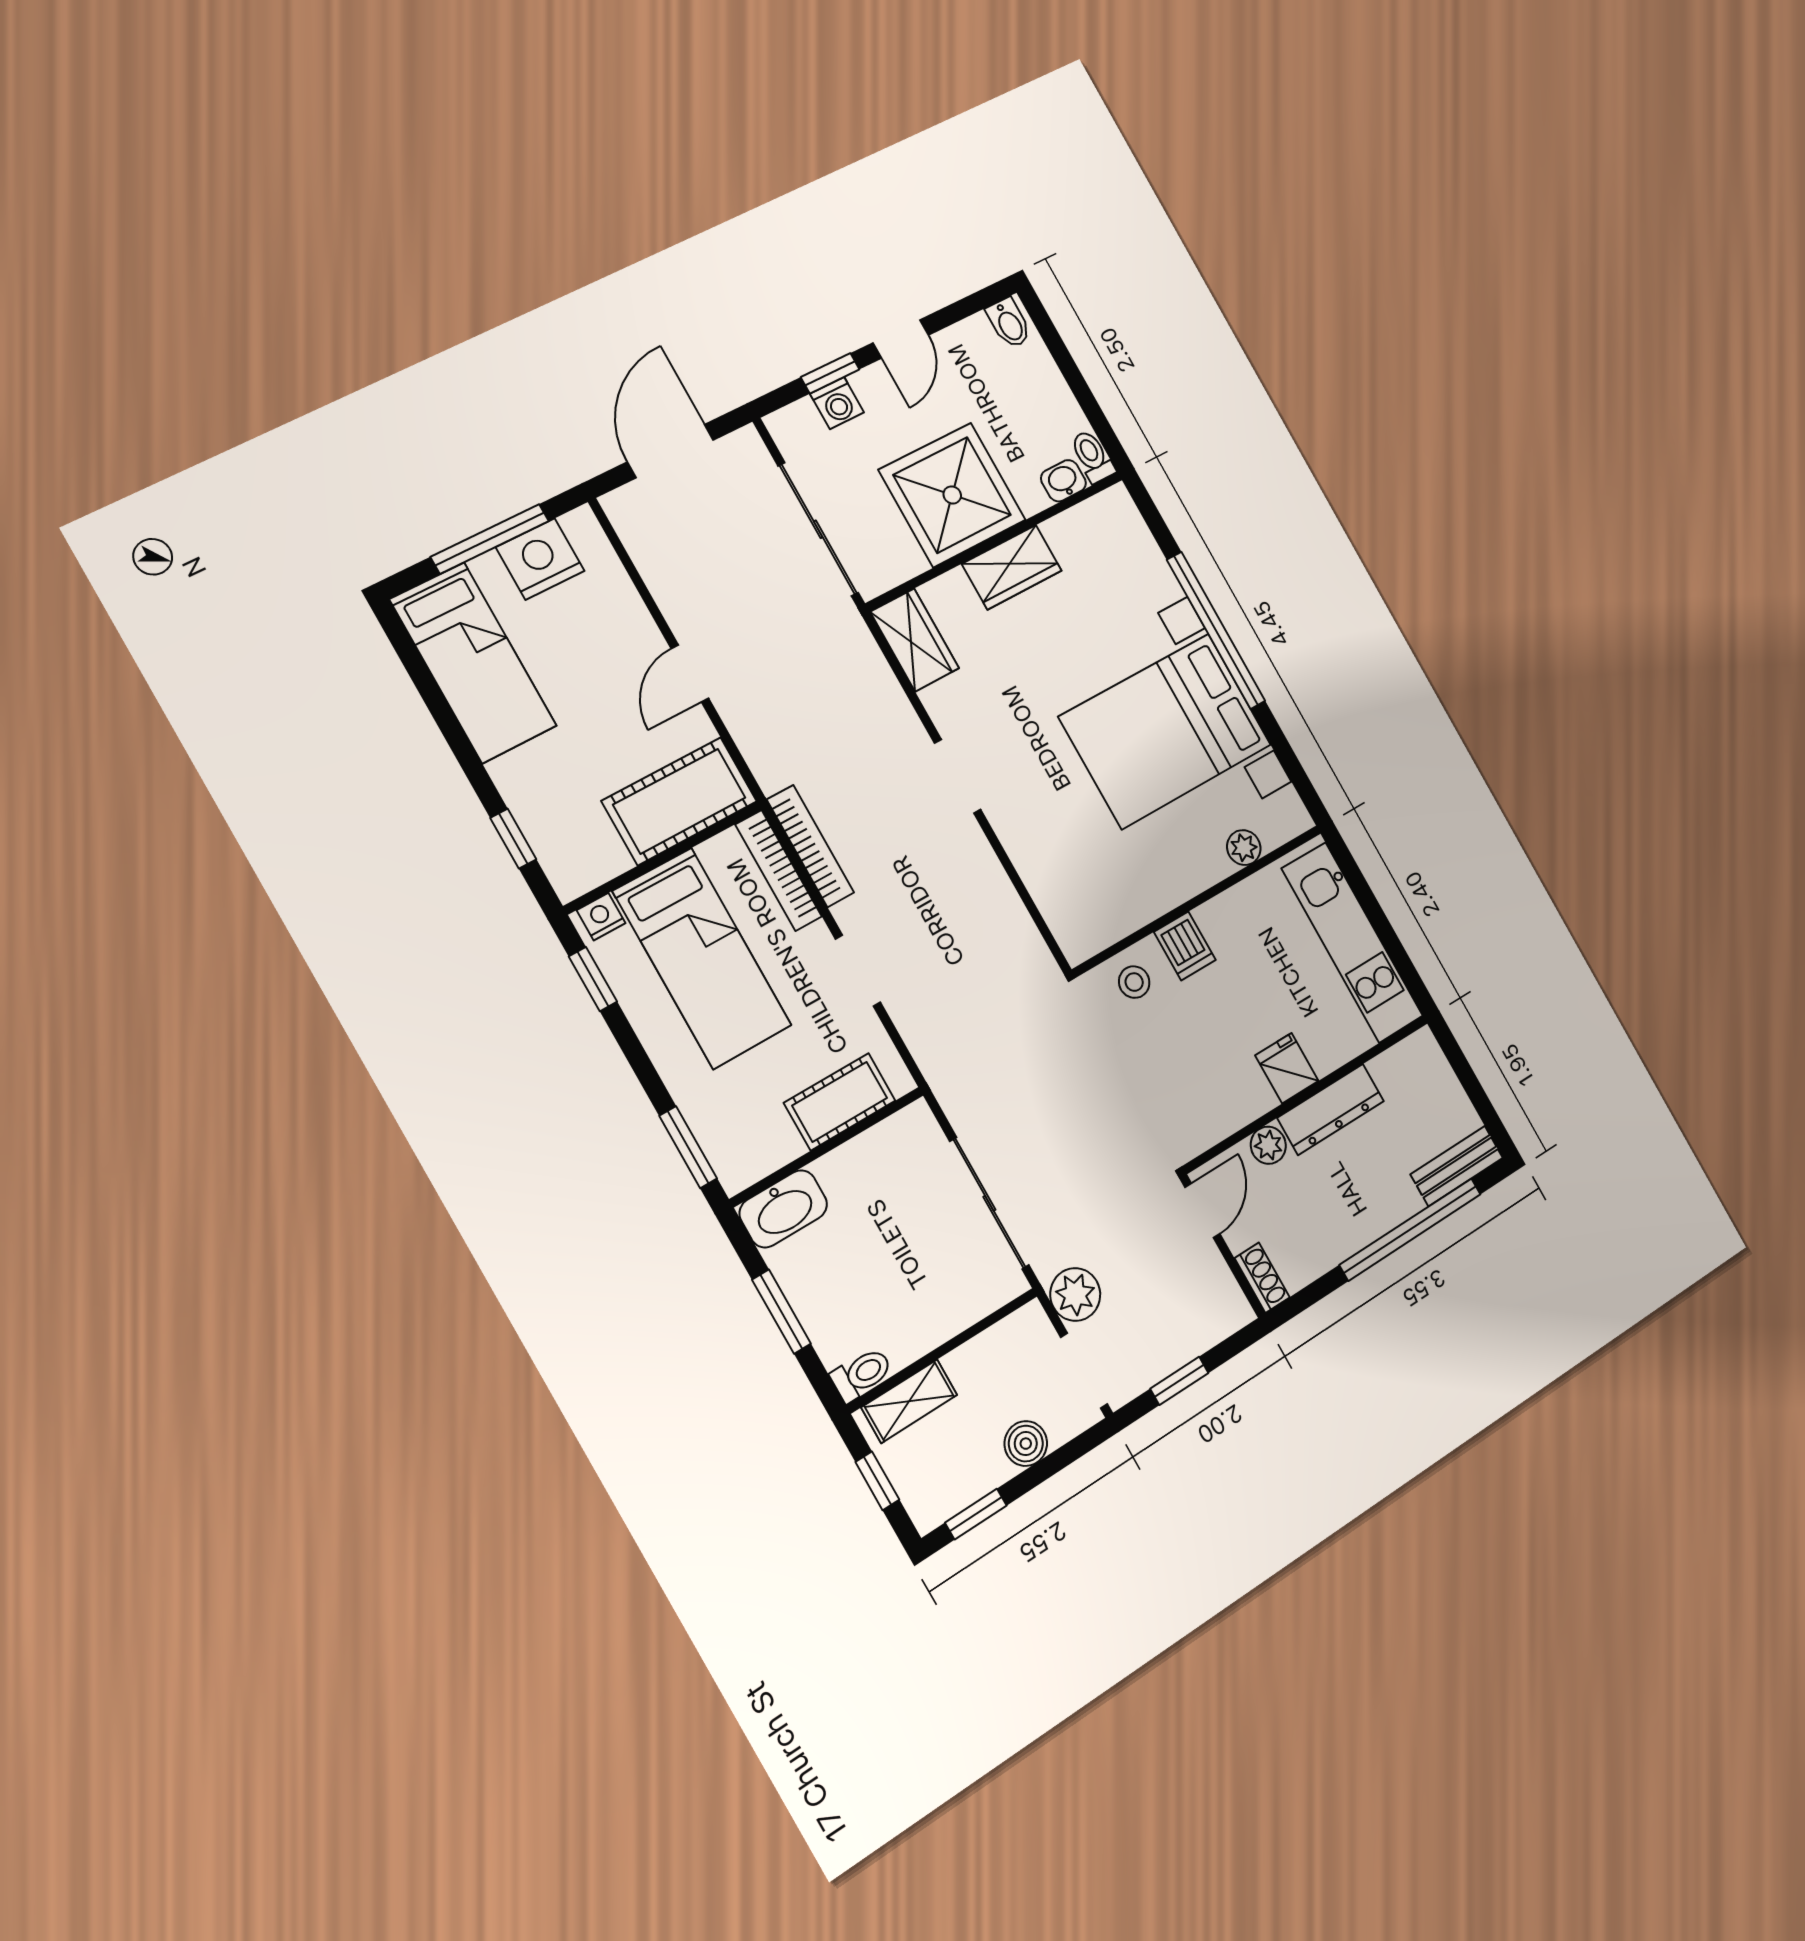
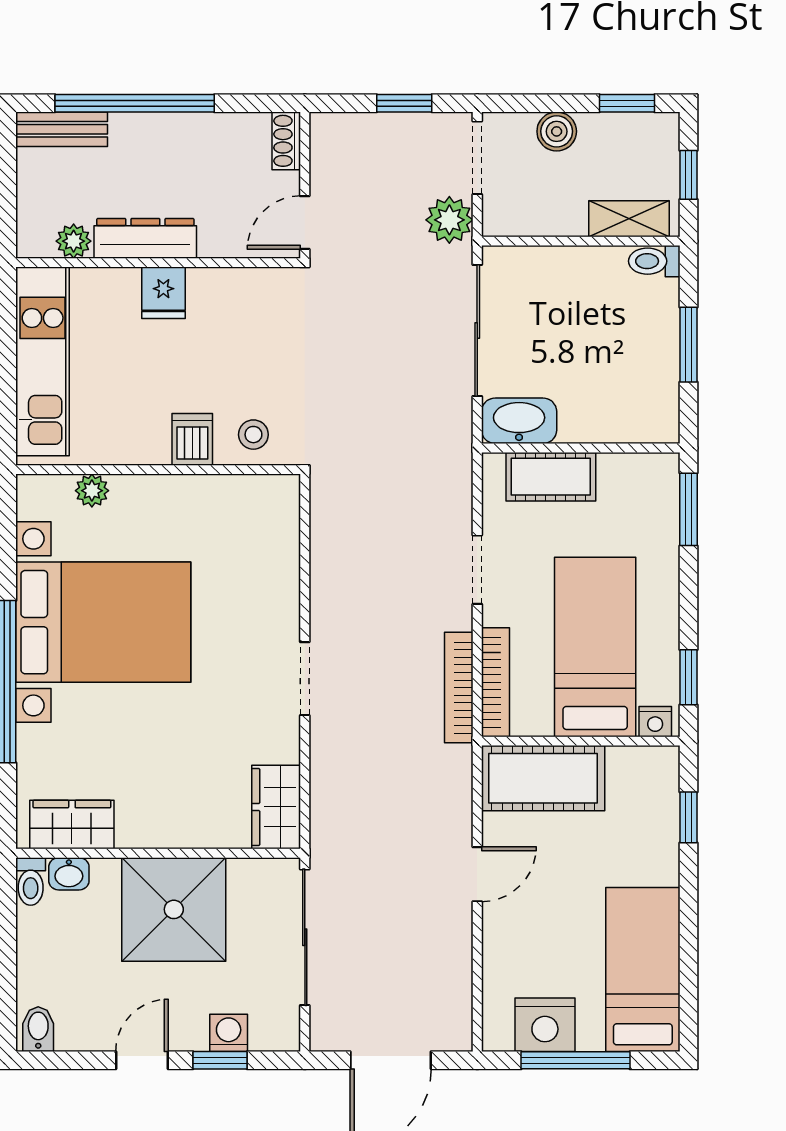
wardrobe: (1012, 567) -> (72, 825), moved
plant: (1268, 1145) -> (74, 241), moved
washbasin: (783, 1209) -> (519, 421), moved

